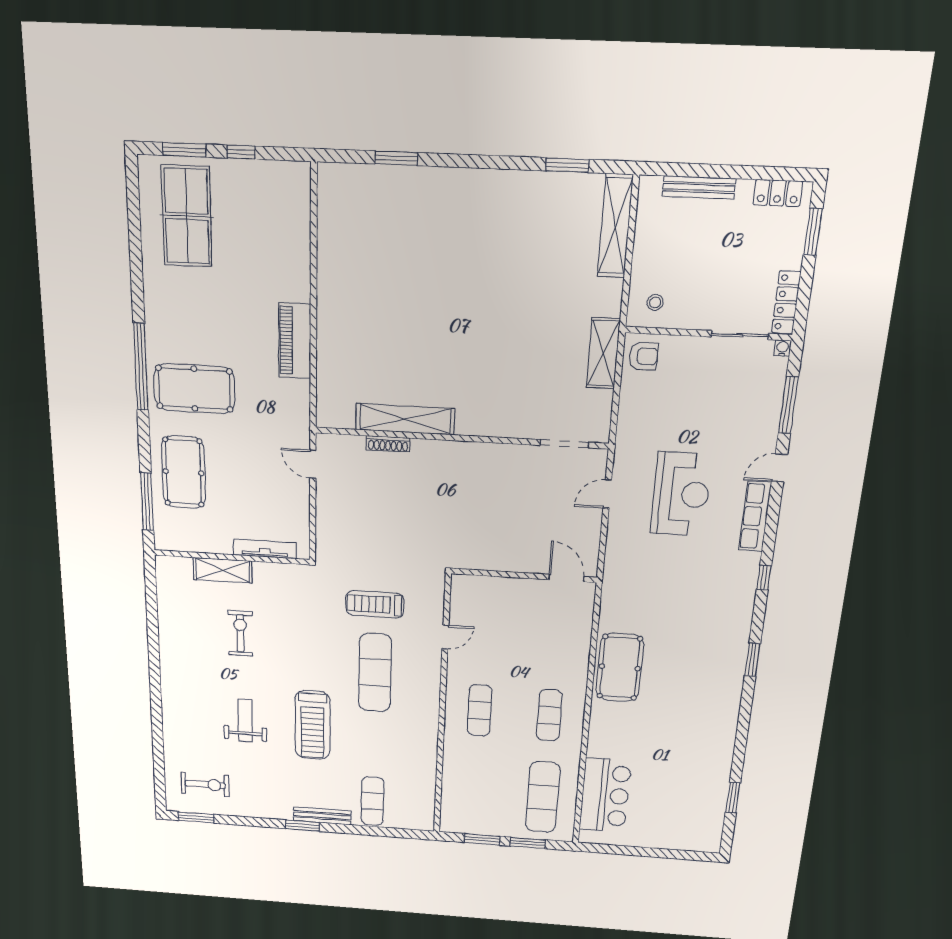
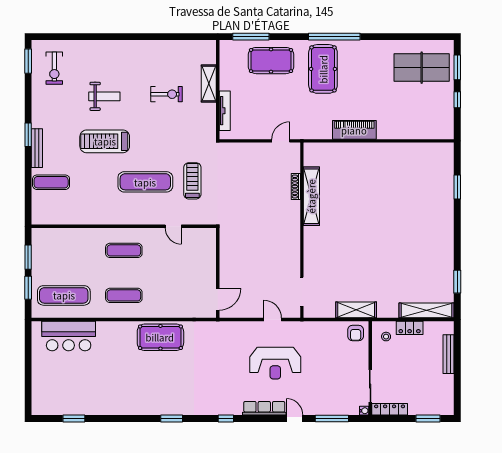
locker: (778, 193) -> (410, 328), moved, turned -90

